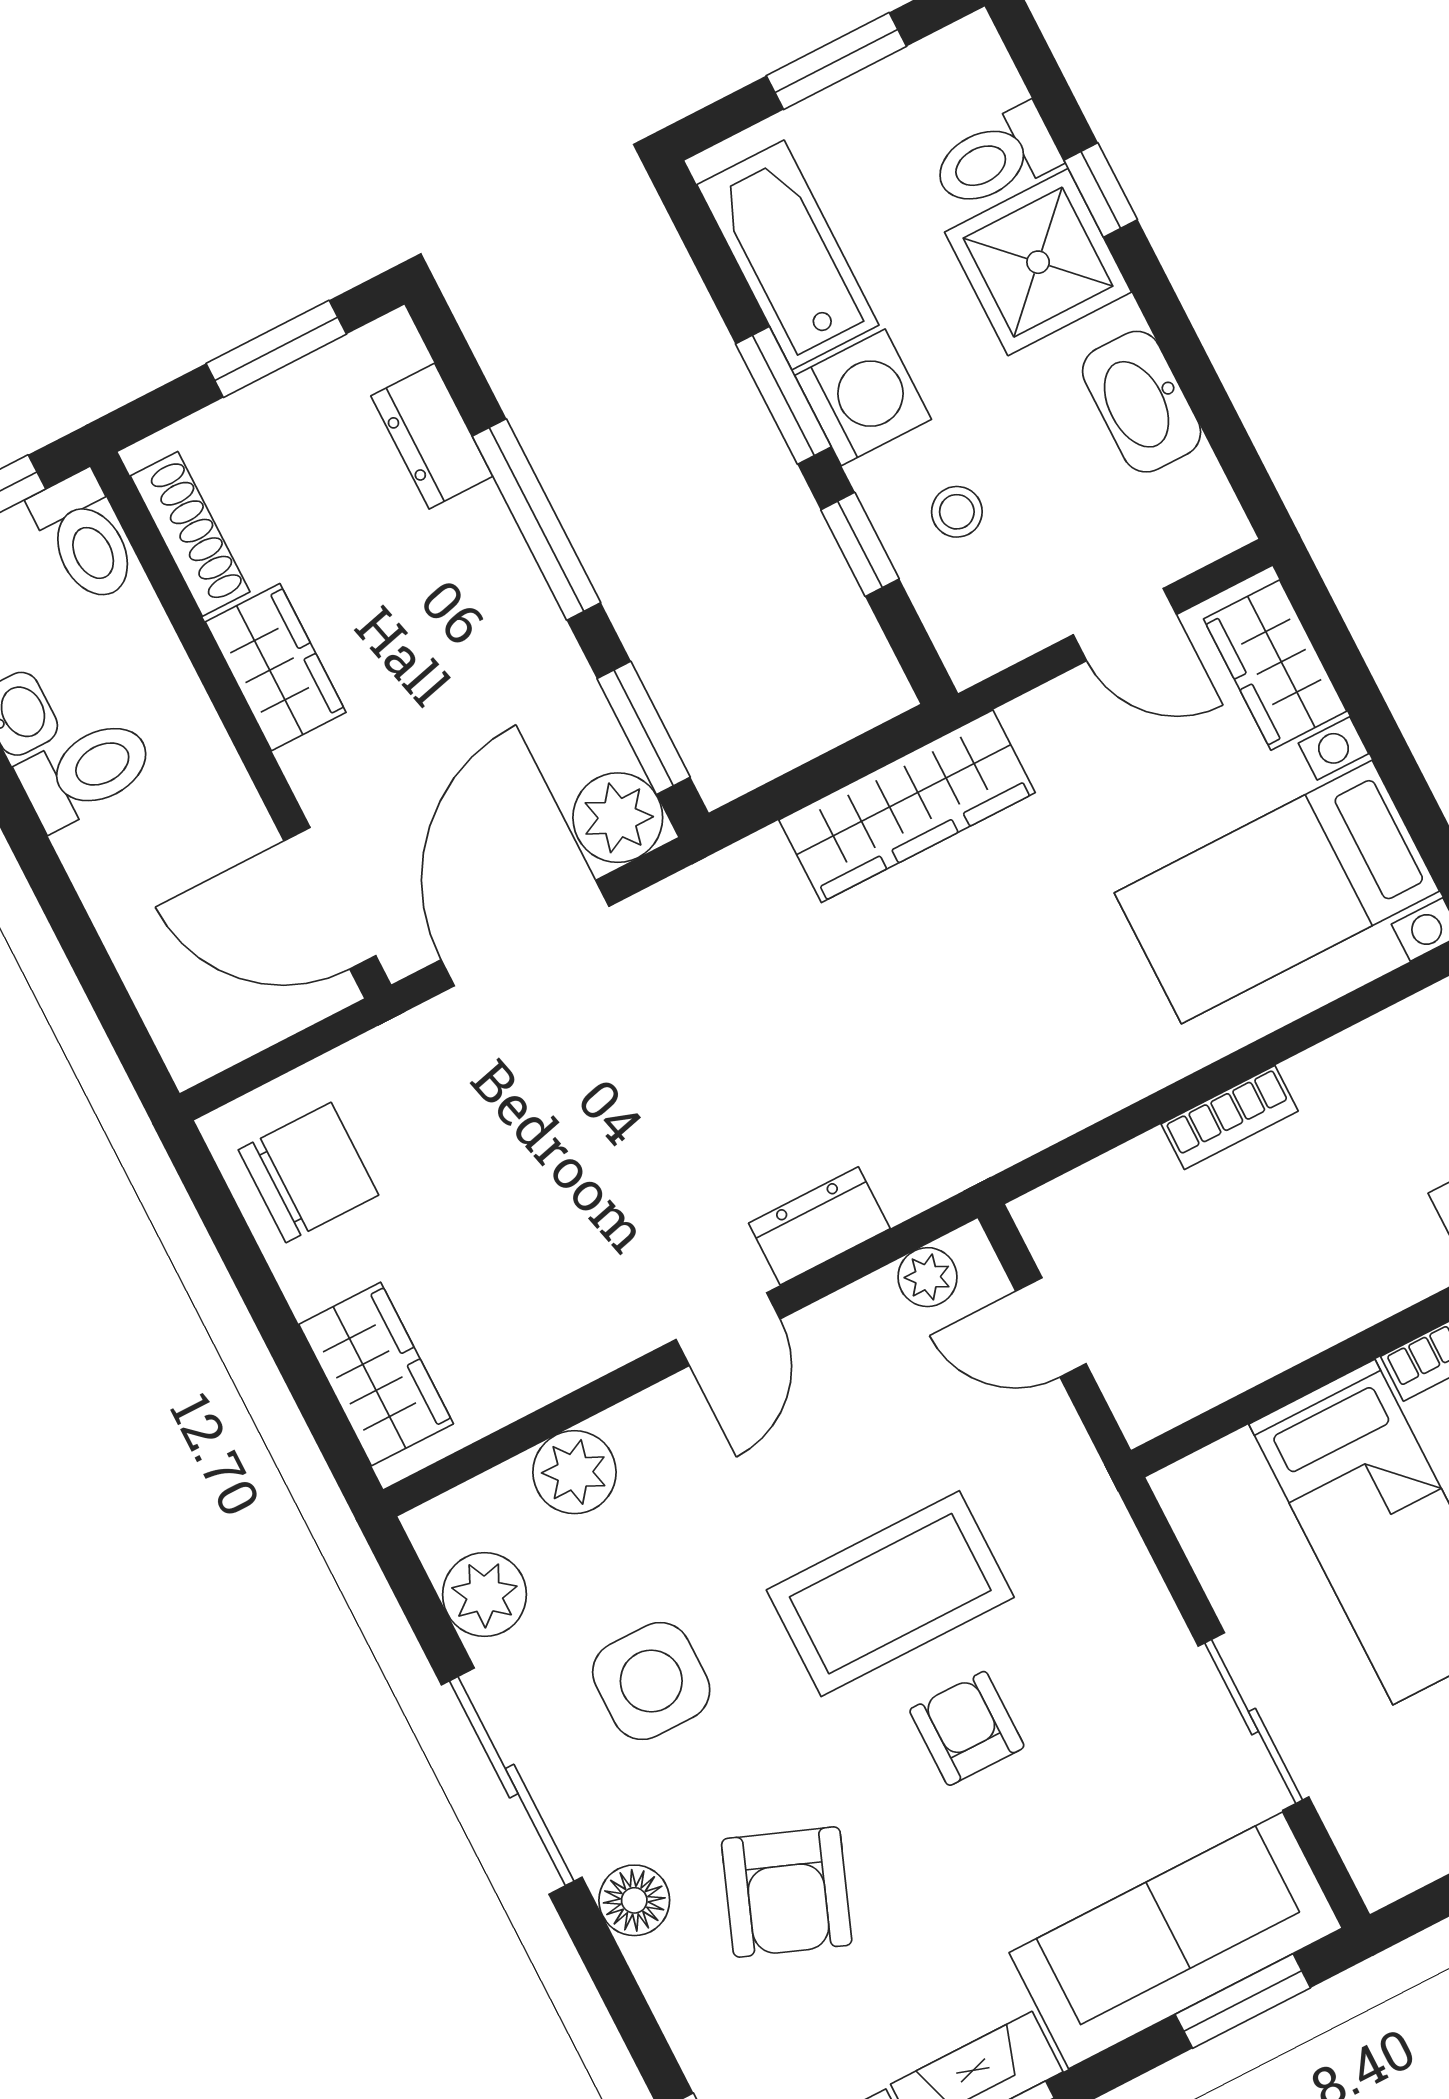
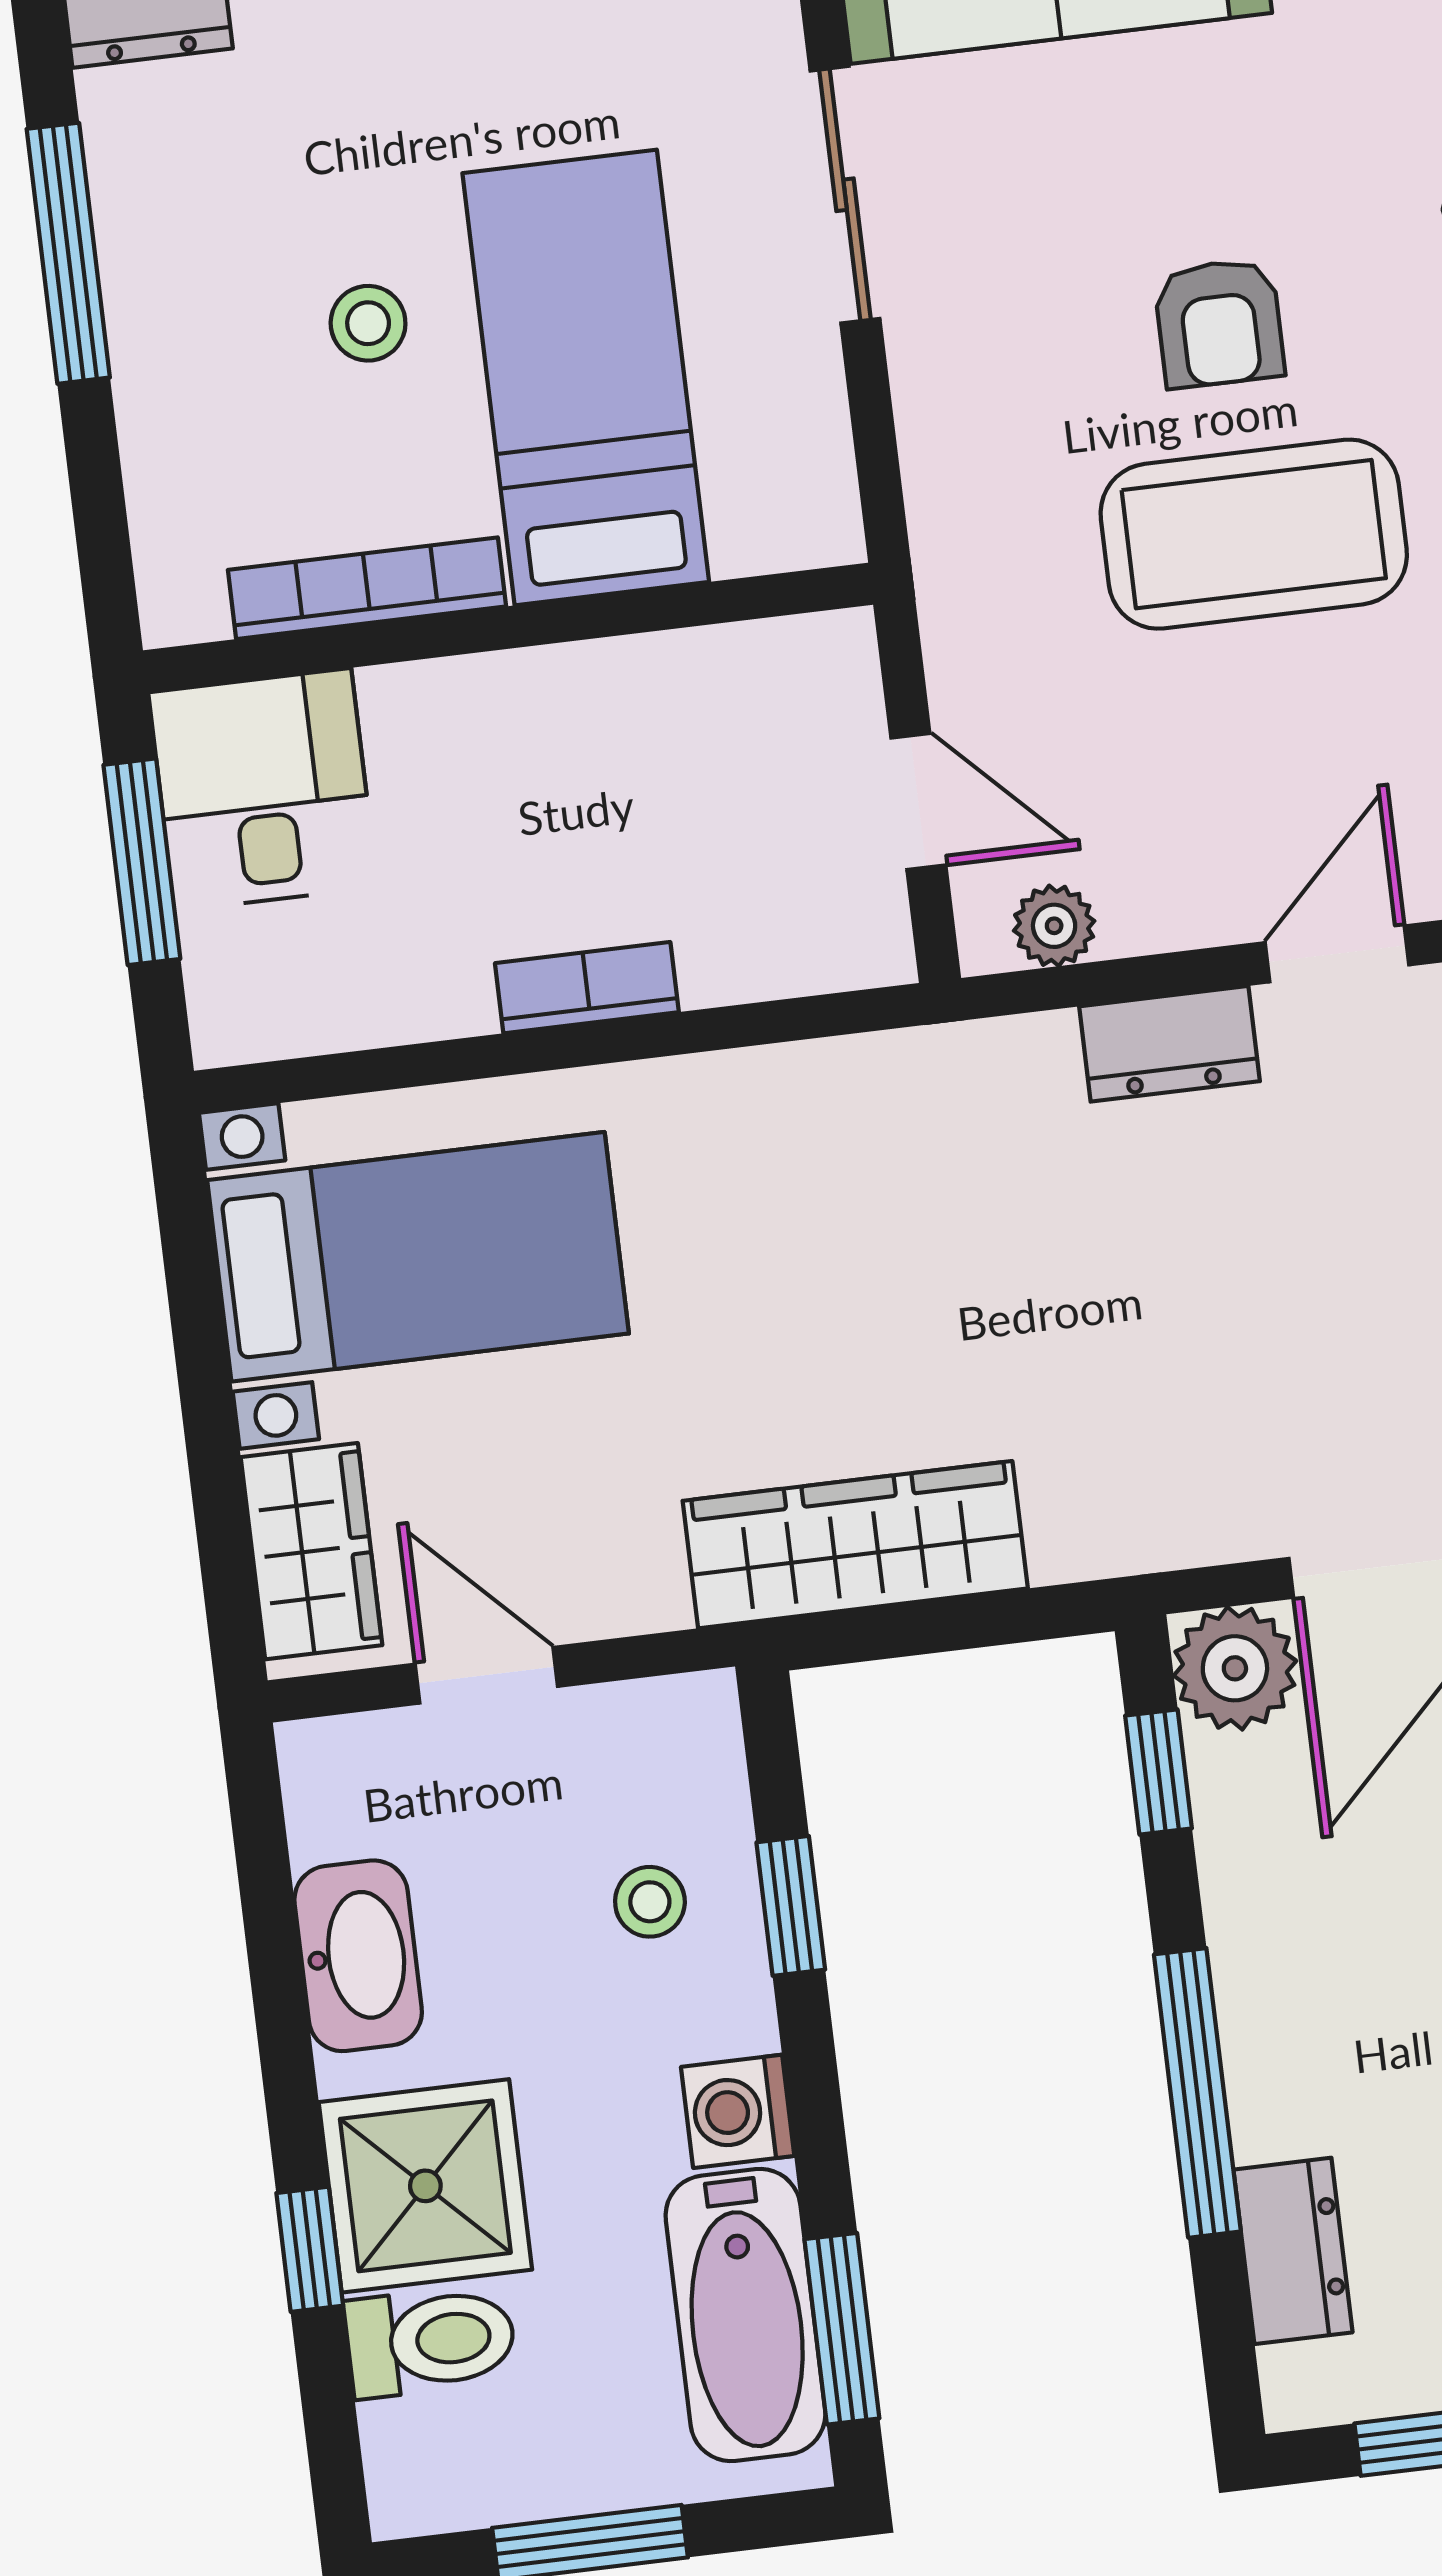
window: (783, 395) -> (842, 2329), moved
washing machine: (863, 397) -> (738, 2111), width x0.73, depth x0.73
window: (644, 728) -> (1159, 1772), width x0.67

